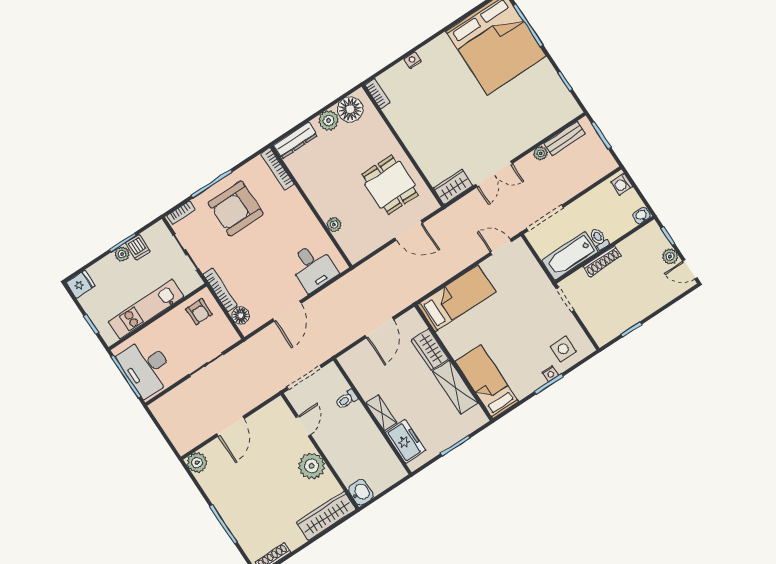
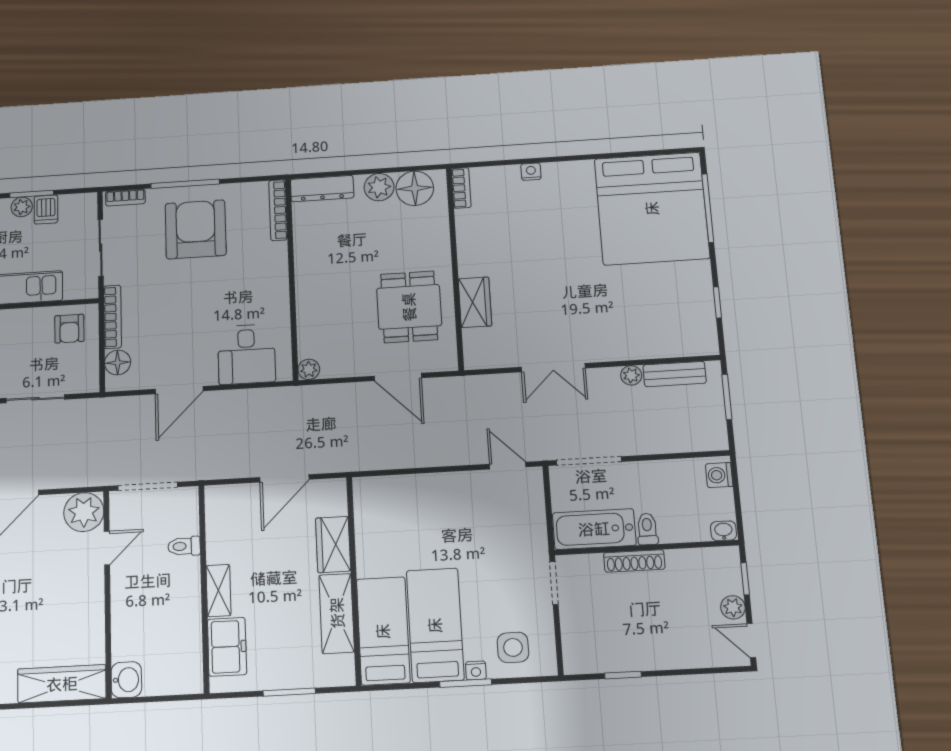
wardrobe: (453, 187) -> (475, 302), moved, turned 90
armchair: (236, 209) -> (196, 229), turned 90
plant: (334, 225) -> (309, 369), moved
bed: (457, 298) -> (435, 625), moved, turned -90
plant: (312, 466) -> (84, 512), moved

